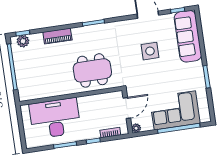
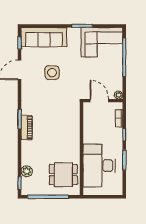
piano: (57, 36) -> (27, 127), moved
plant: (23, 41) -> (27, 171), moved
dining table: (92, 70) -> (63, 175), moved, width x0.73
corner sofa: (175, 110) -> (102, 42), moved, turned -90

